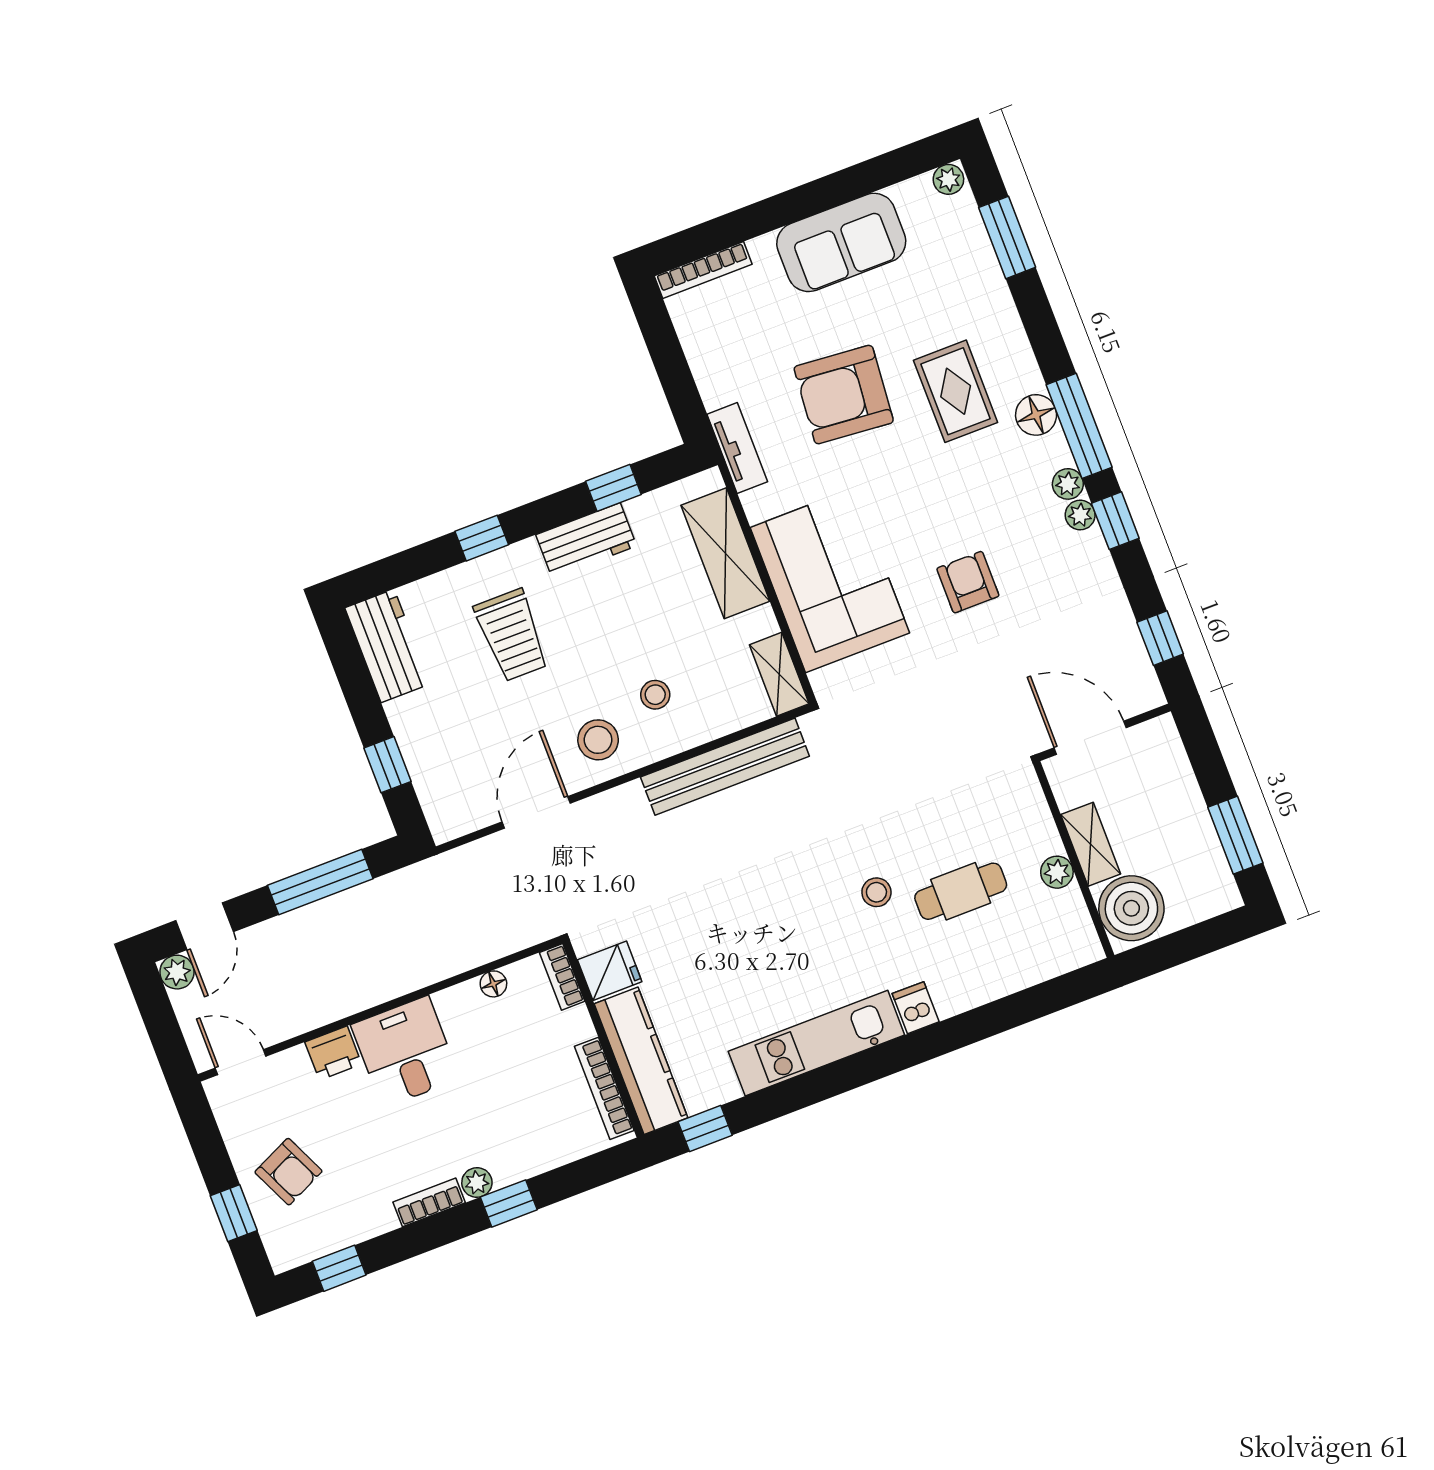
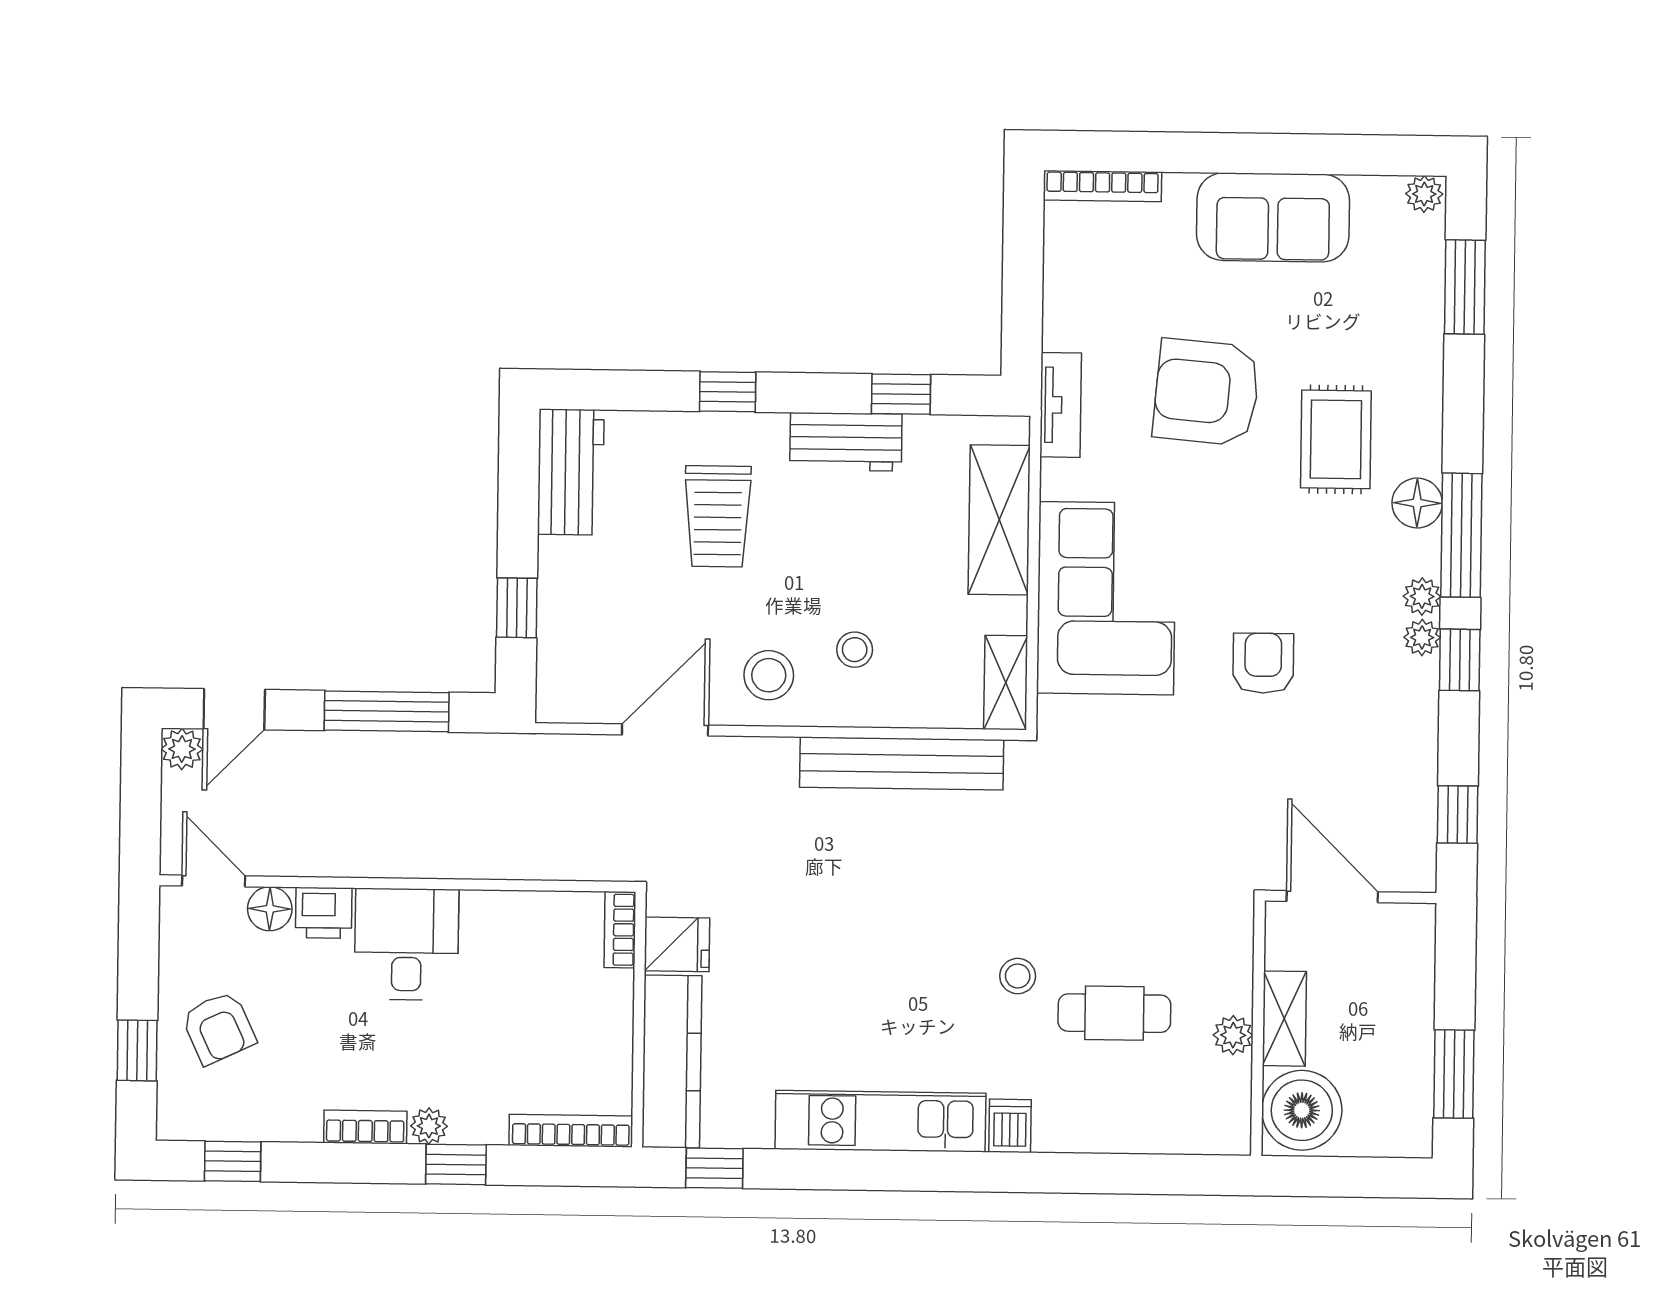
floor lamp: (493, 984) -> (270, 909), moved, width x1.37, depth x1.37
bookcase: (604, 1088) -> (571, 1131), moved, turned 90

